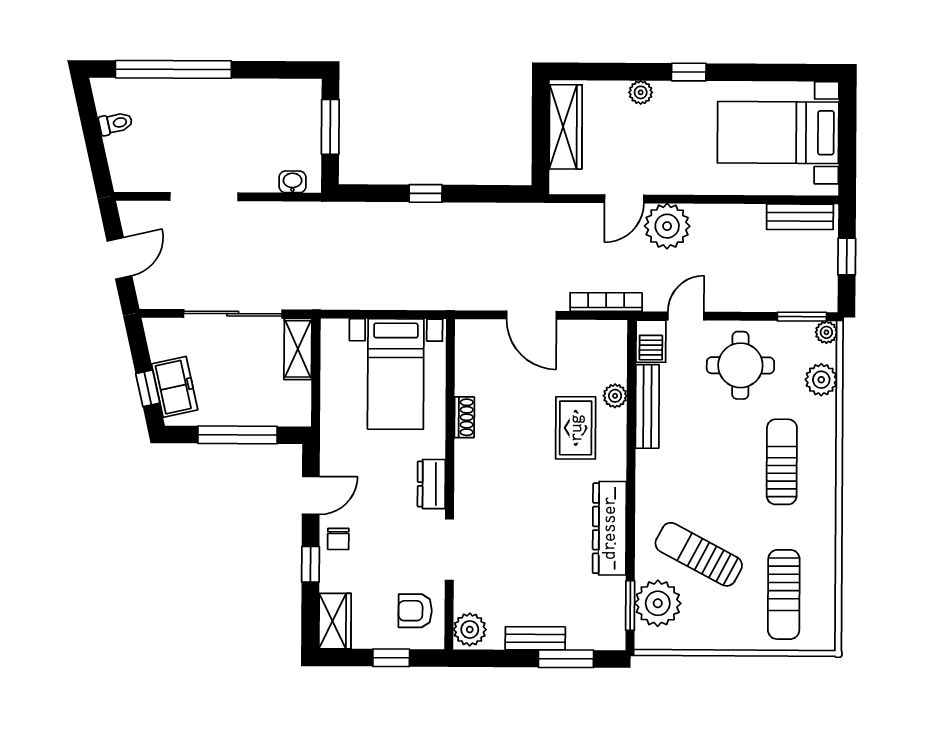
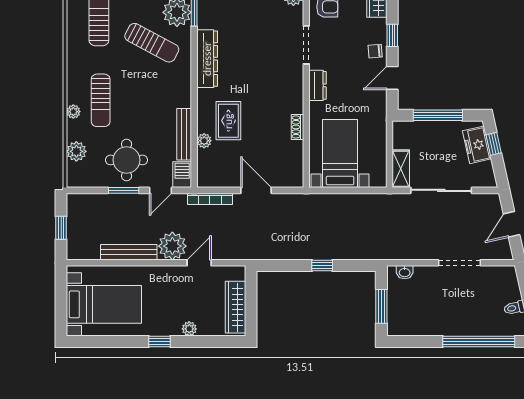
bench: (800, 217) -> (129, 252), moved, width x1.36
window: (802, 317) -> (124, 190), moved
plant: (826, 332) -> (73, 112), moved
chair: (338, 539) -> (375, 51), turned -95

